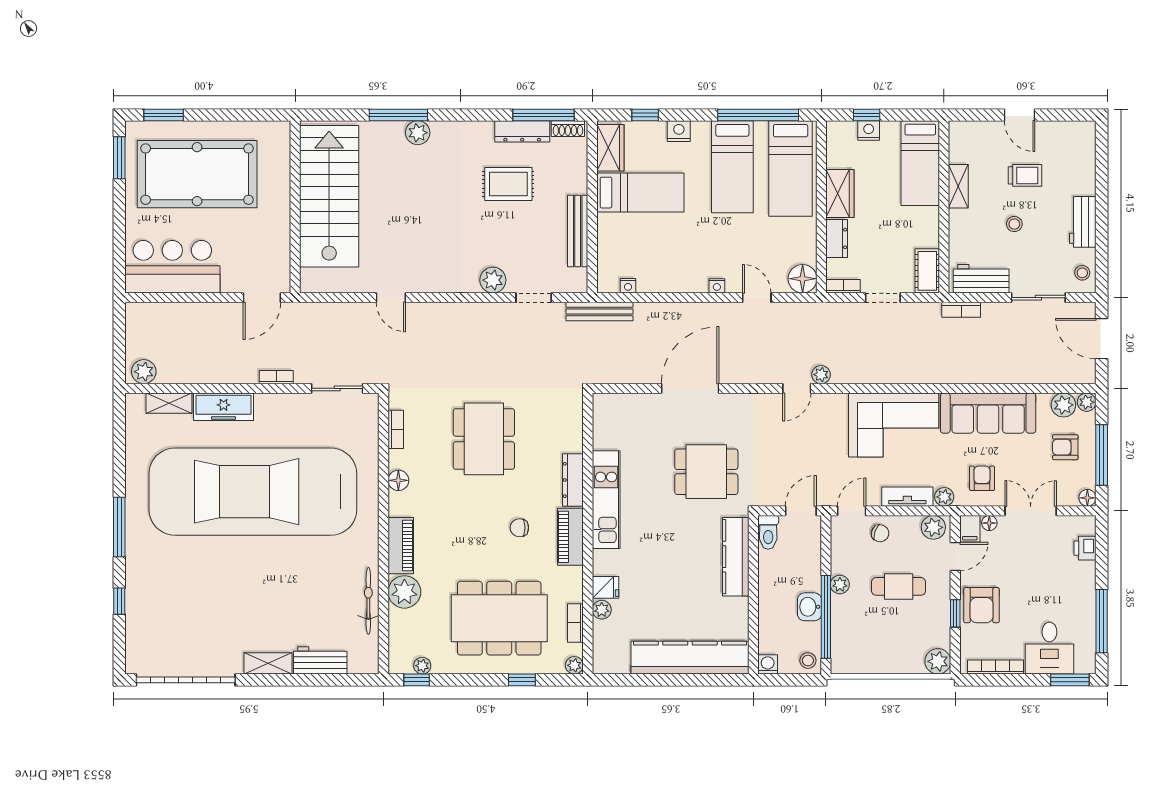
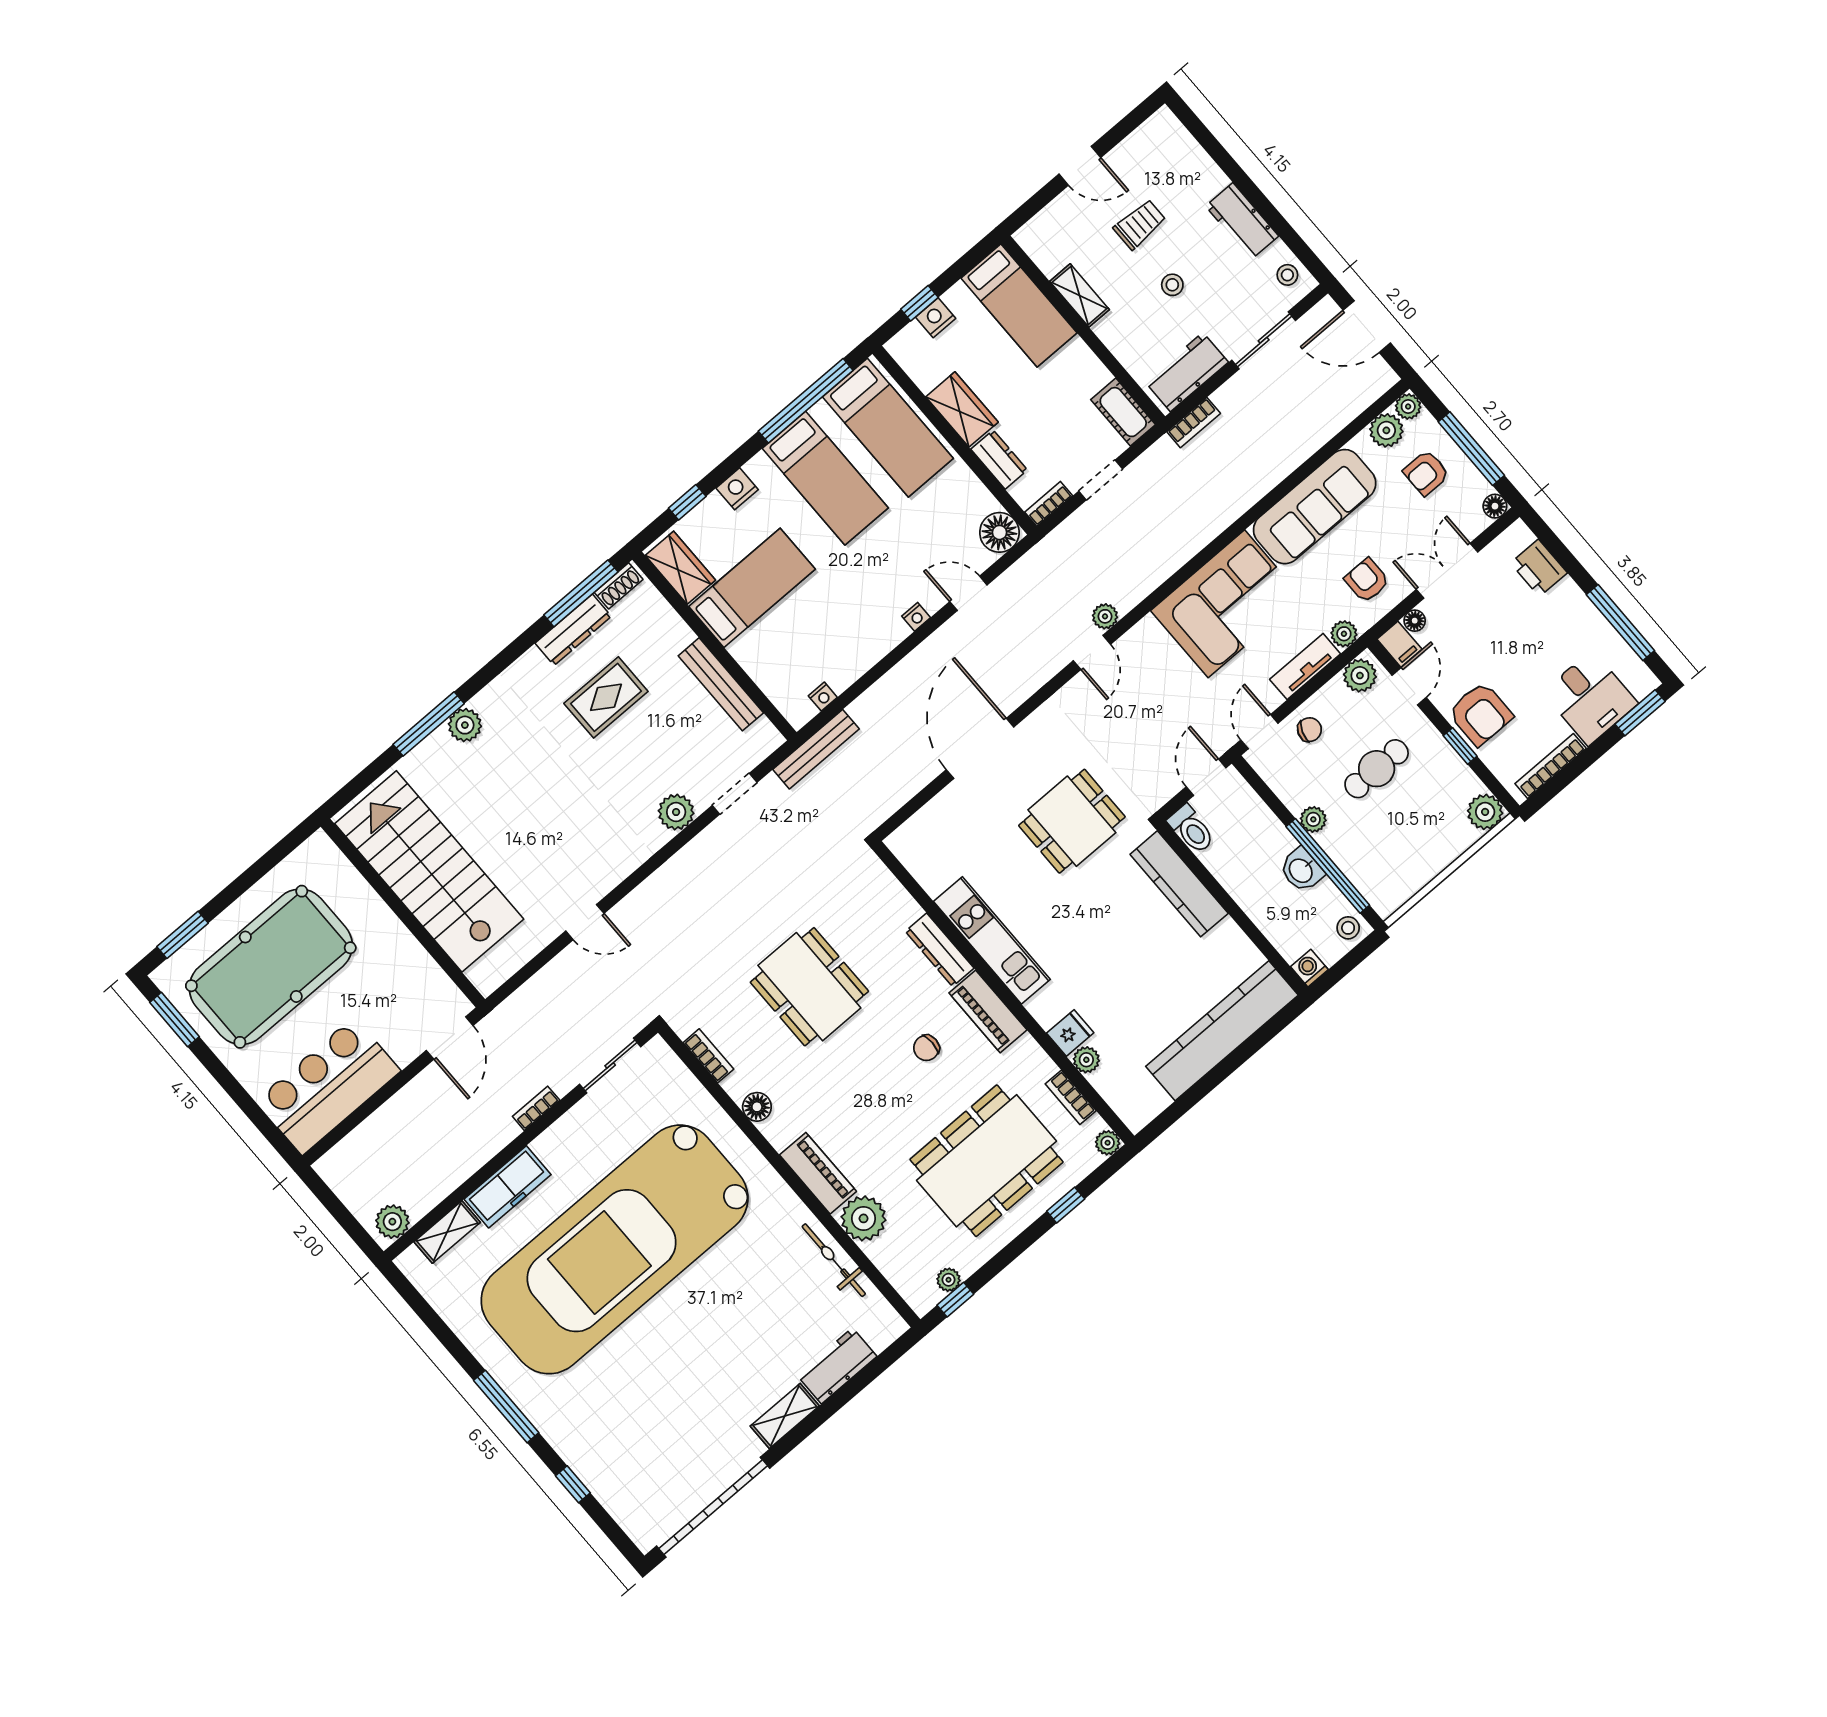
printer: (1085, 548) -> (1539, 568), width x1.36, depth x1.24

